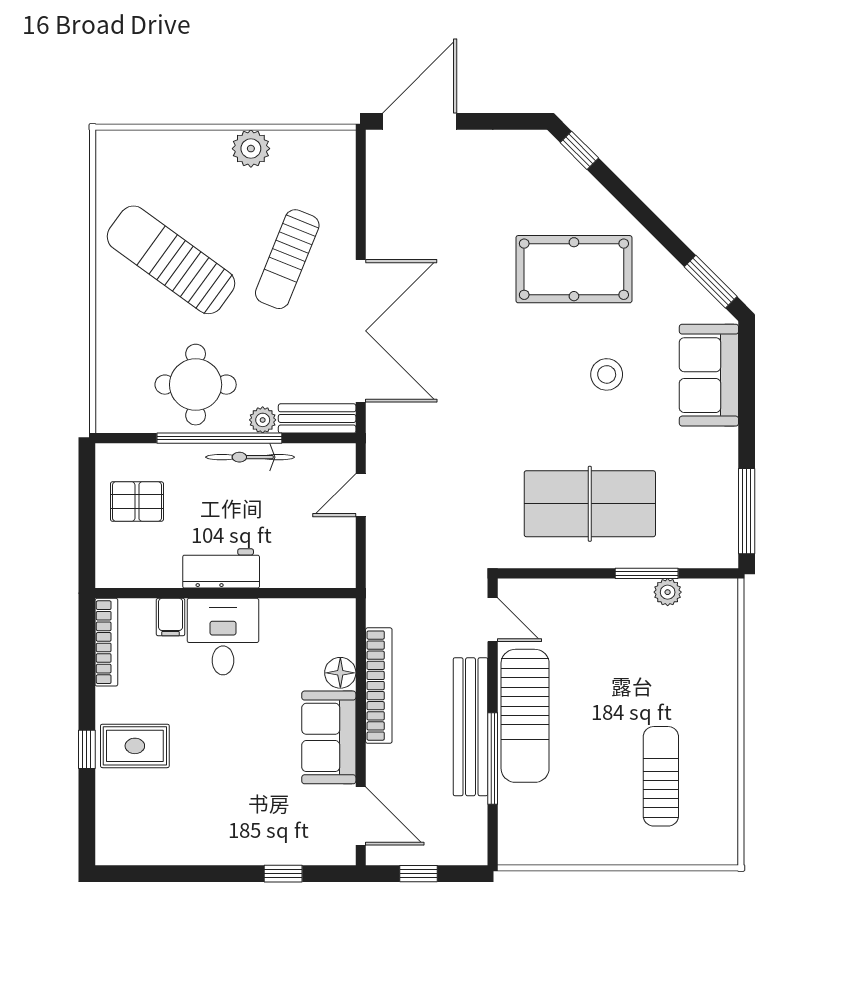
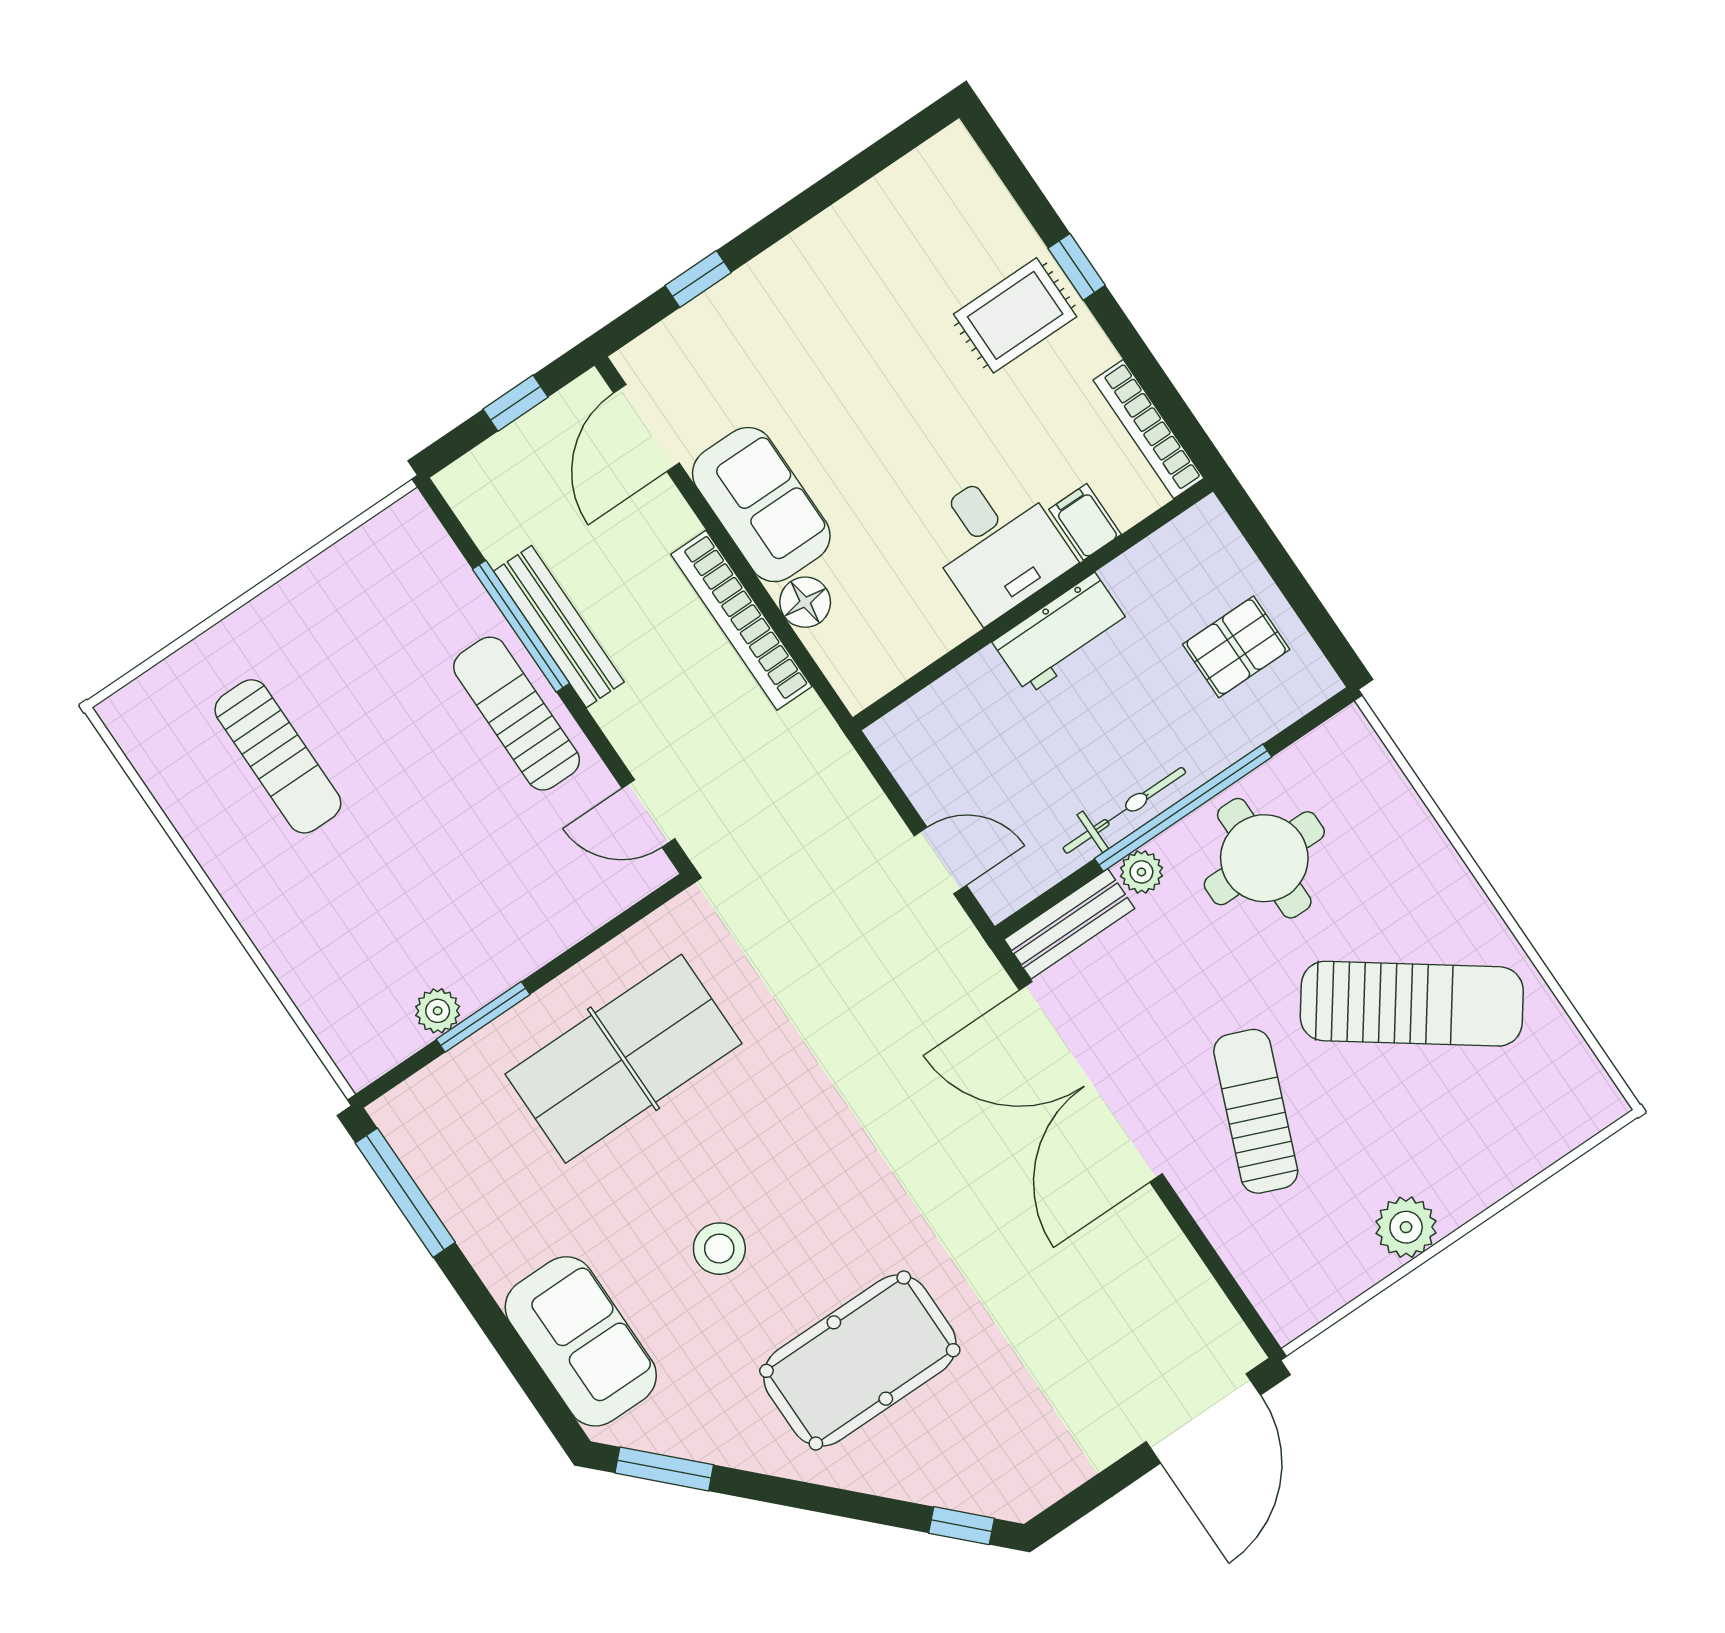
door: (361, 495) -> (940, 861), hinge flipped
sun lounger: (525, 716) -> (517, 714), width x0.73, depth x0.75
bench: (471, 727) -> (559, 627), width x0.73, depth x0.82
door: (361, 816) -> (646, 428), hinge flipped

